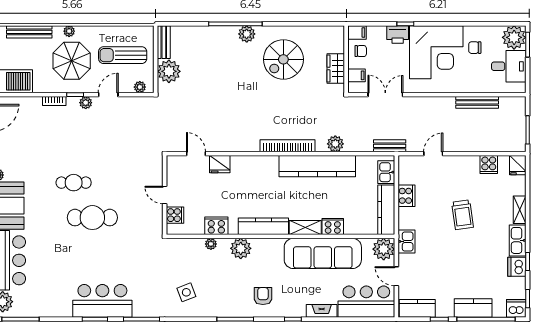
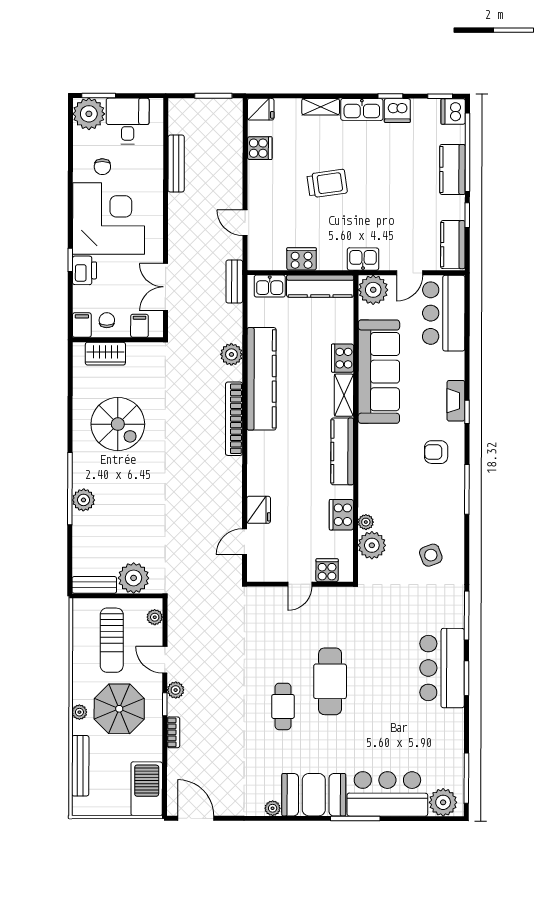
plant: (247, 34) -> (83, 500), moved
wardrobe: (336, 69) -> (105, 354), moved
plant: (241, 248) -> (372, 545), moved
fireplace: (322, 311) -> (456, 401), moved

